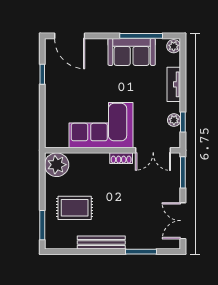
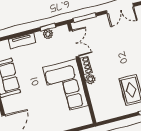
plant: (57, 165) -> (90, 79), moved, width x0.53, depth x0.53

